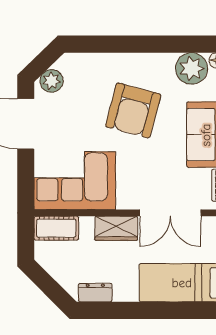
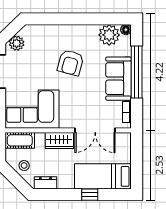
armchair: (133, 110) -> (71, 63), width x0.73, depth x0.73
stool: (63, 266) -> (24, 166), added
window: (162, 310) -> (90, 195), added

